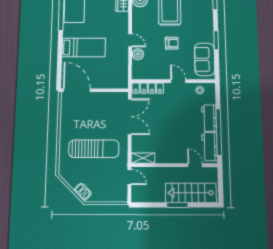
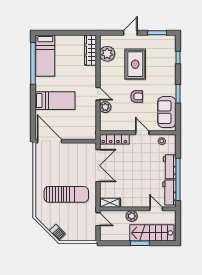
plant: (168, 173) -> (132, 216), added

